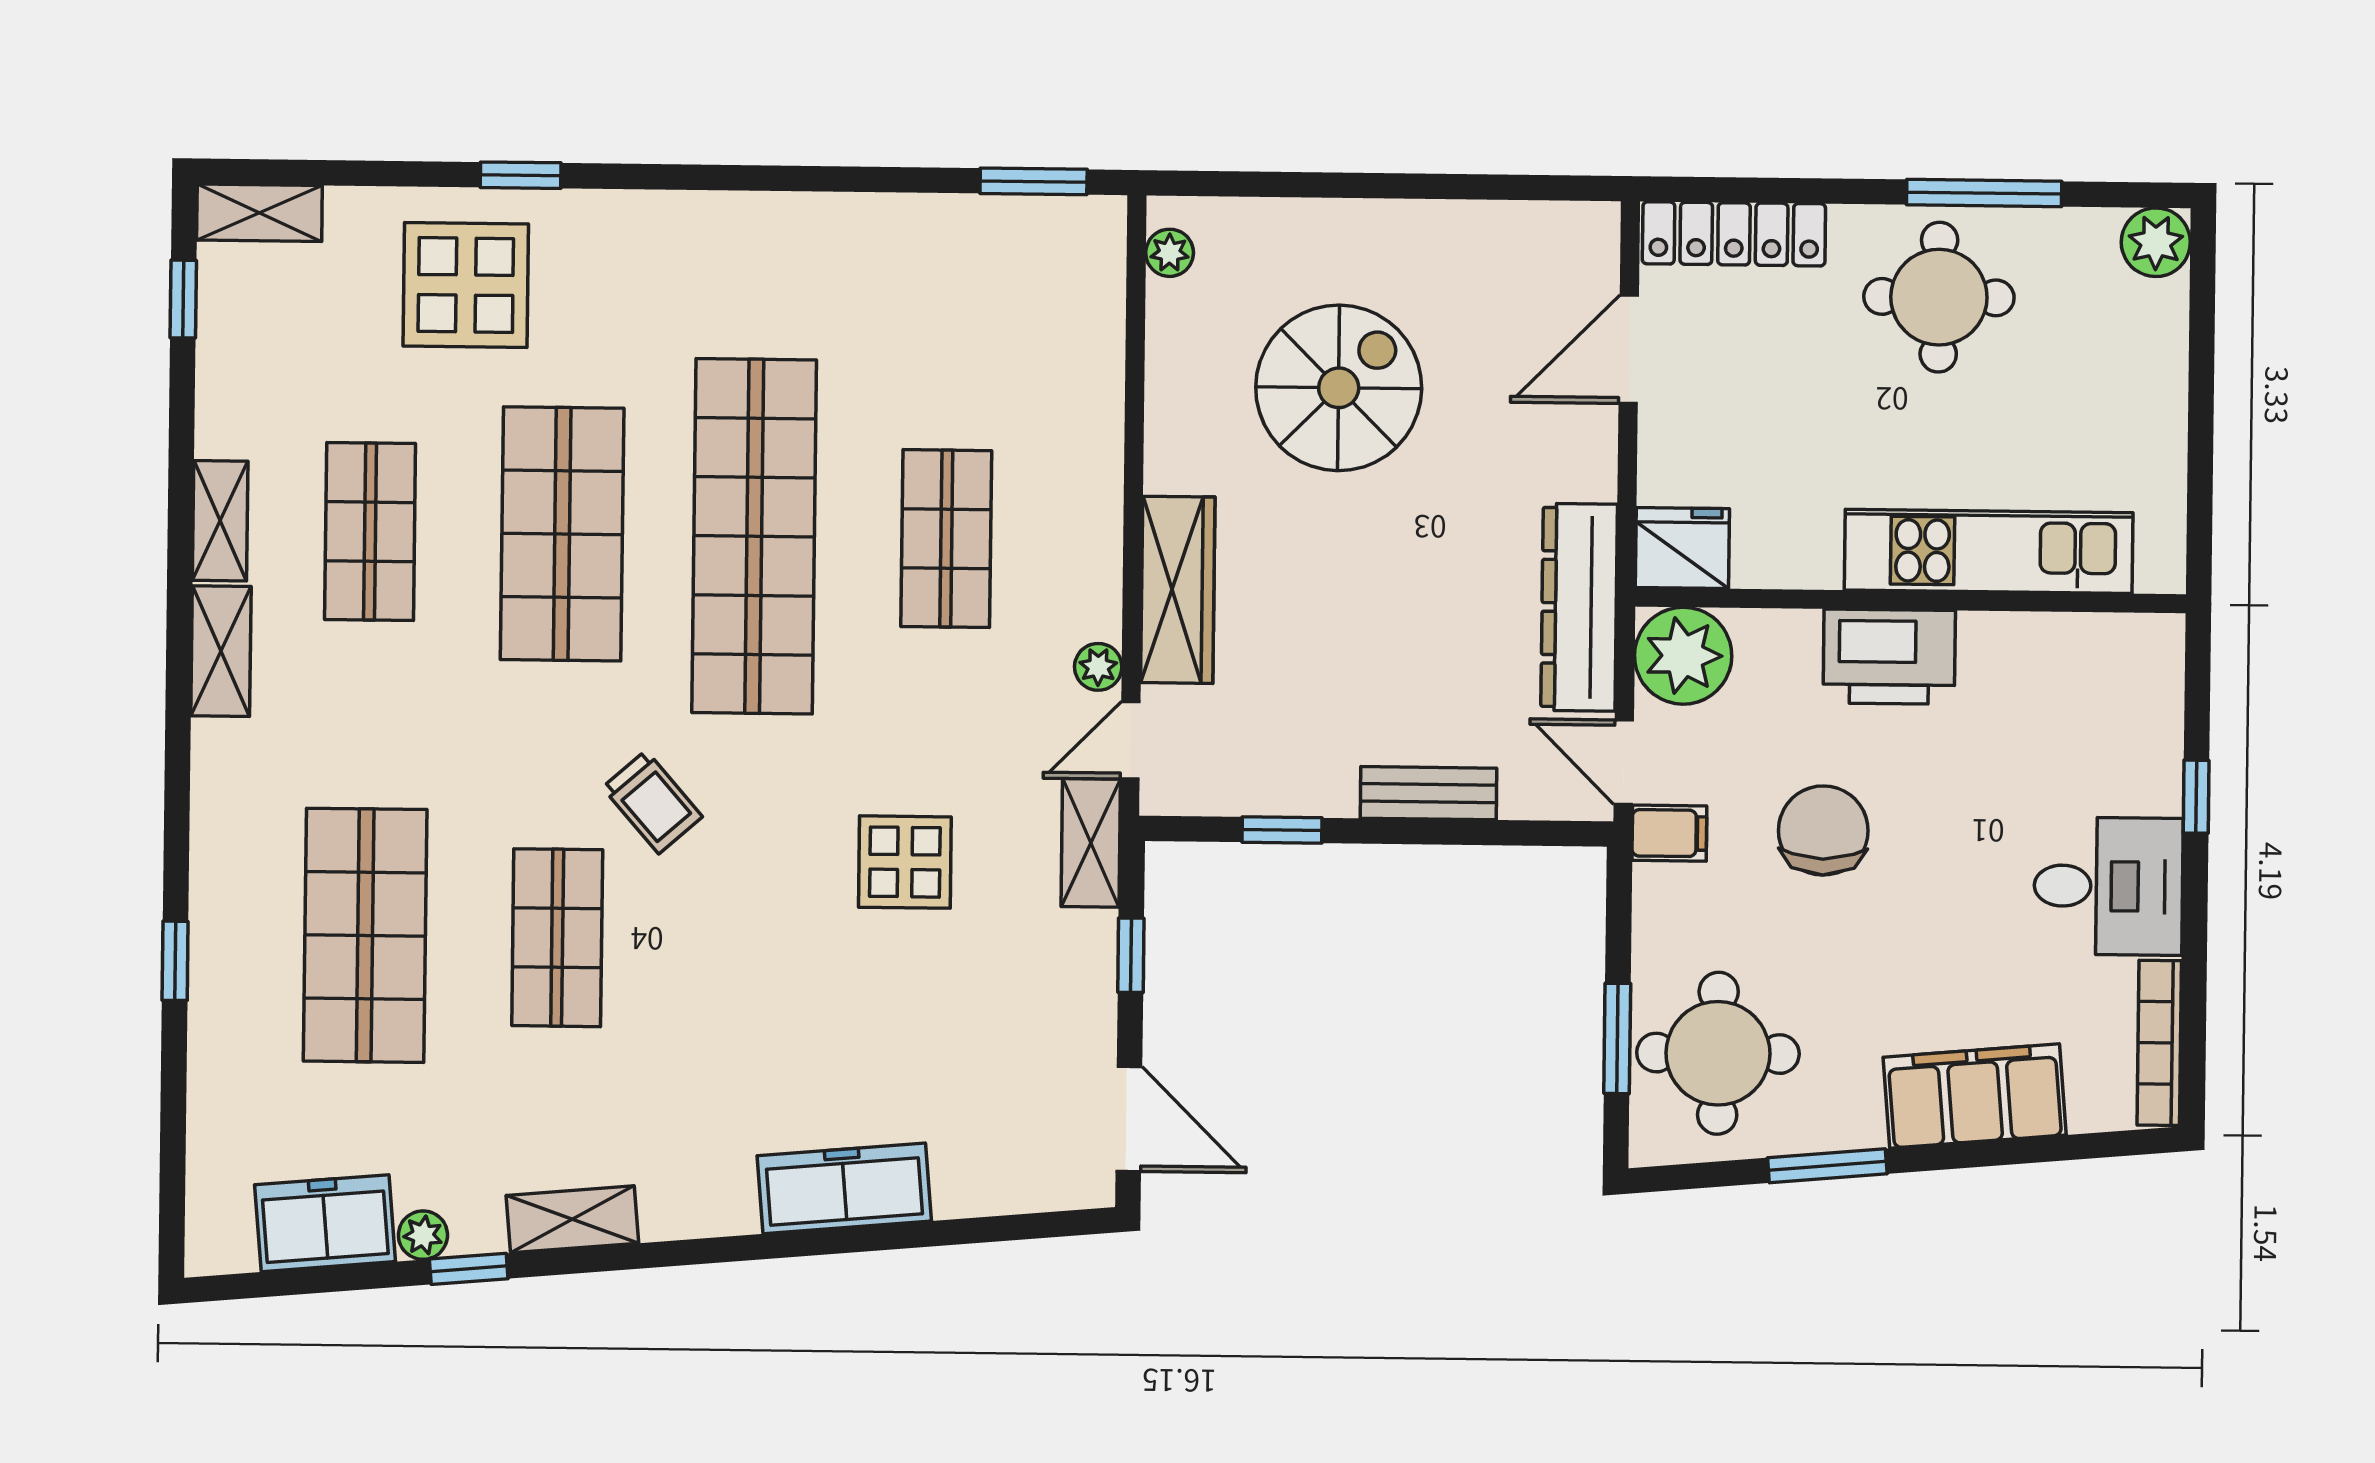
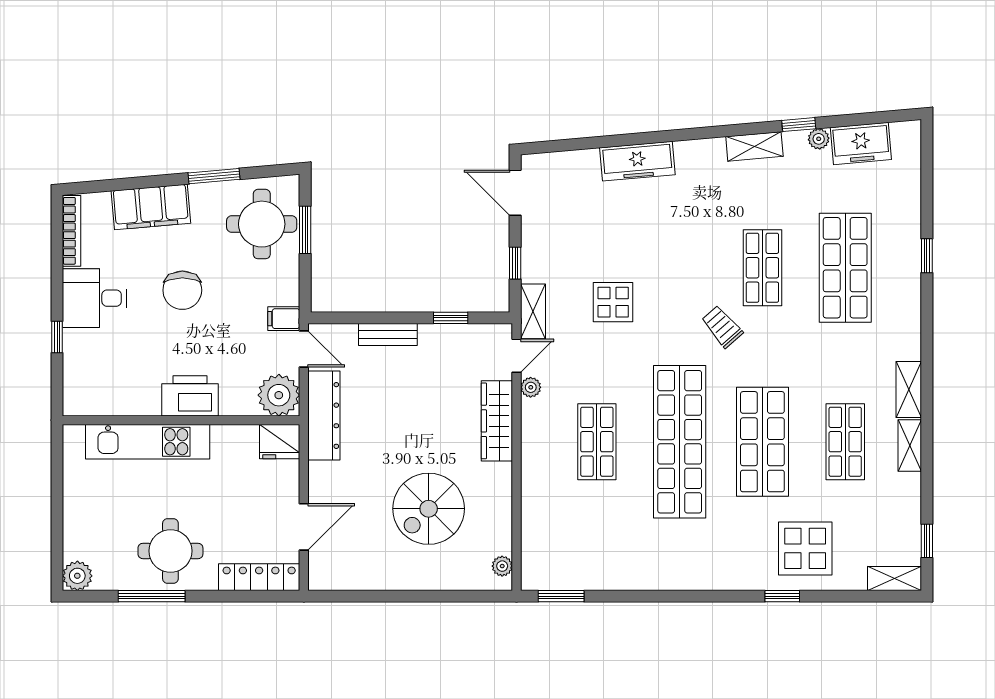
chair: (1823, 830) -> (182, 290), moved

